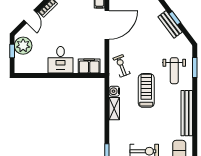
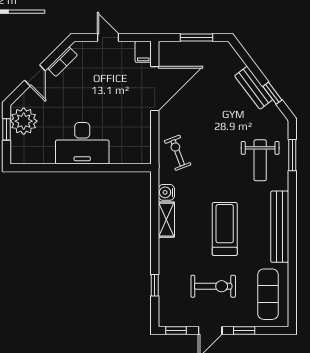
window: (175, 18) -> (272, 93), moved
desk: (61, 60) -> (82, 143), width x1.37
filing cabinet: (89, 66) -> (127, 153), removed
treadmill: (146, 90) -> (225, 229), moved

